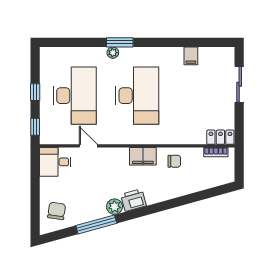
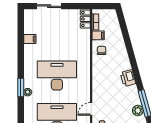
filing cabinet: (143, 156) -> (98, 35), moved, width x0.50
plant: (115, 207) -> (138, 111), moved

